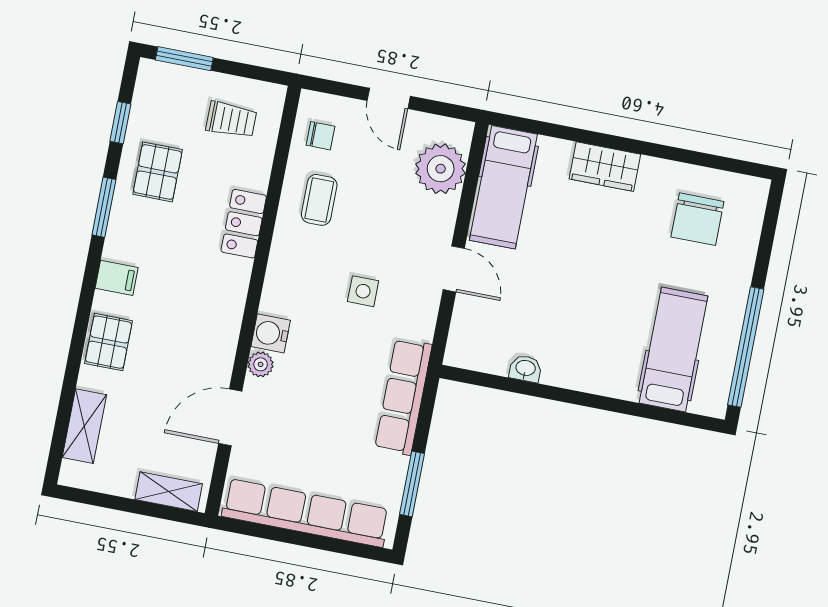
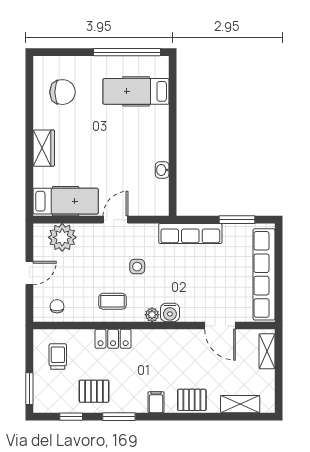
coffee table: (319, 200) -> (112, 301), moved
plant: (261, 364) -> (152, 315), moved

